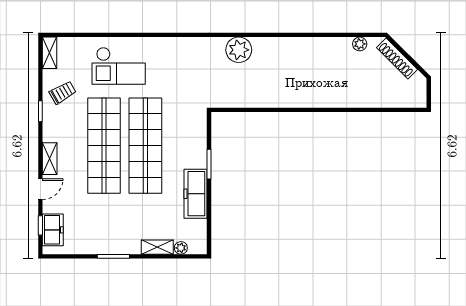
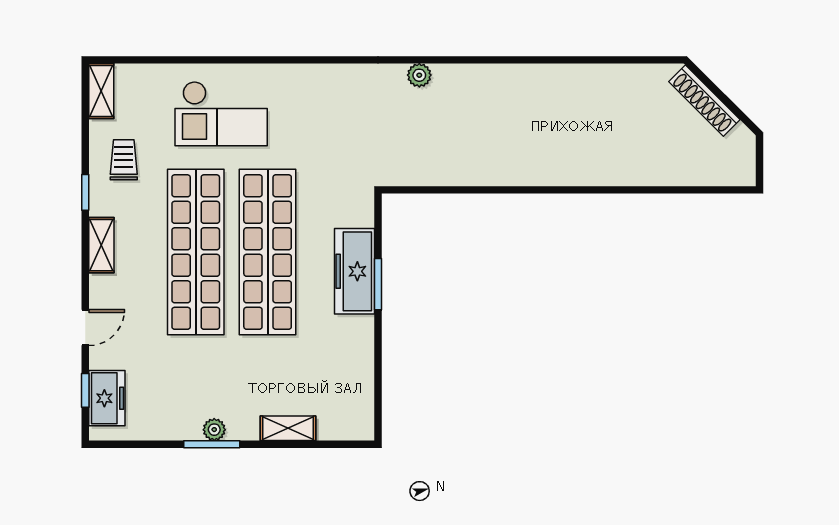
plant: (360, 44) -> (640, 75), removed
plant: (239, 50) -> (419, 75), width x0.53, depth x0.53
trolley: (63, 93) -> (124, 160), turned -60
shelving: (50, 159) -> (101, 245), moved
freezer: (195, 194) -> (355, 271), moved
plant: (181, 248) -> (214, 430), moved

